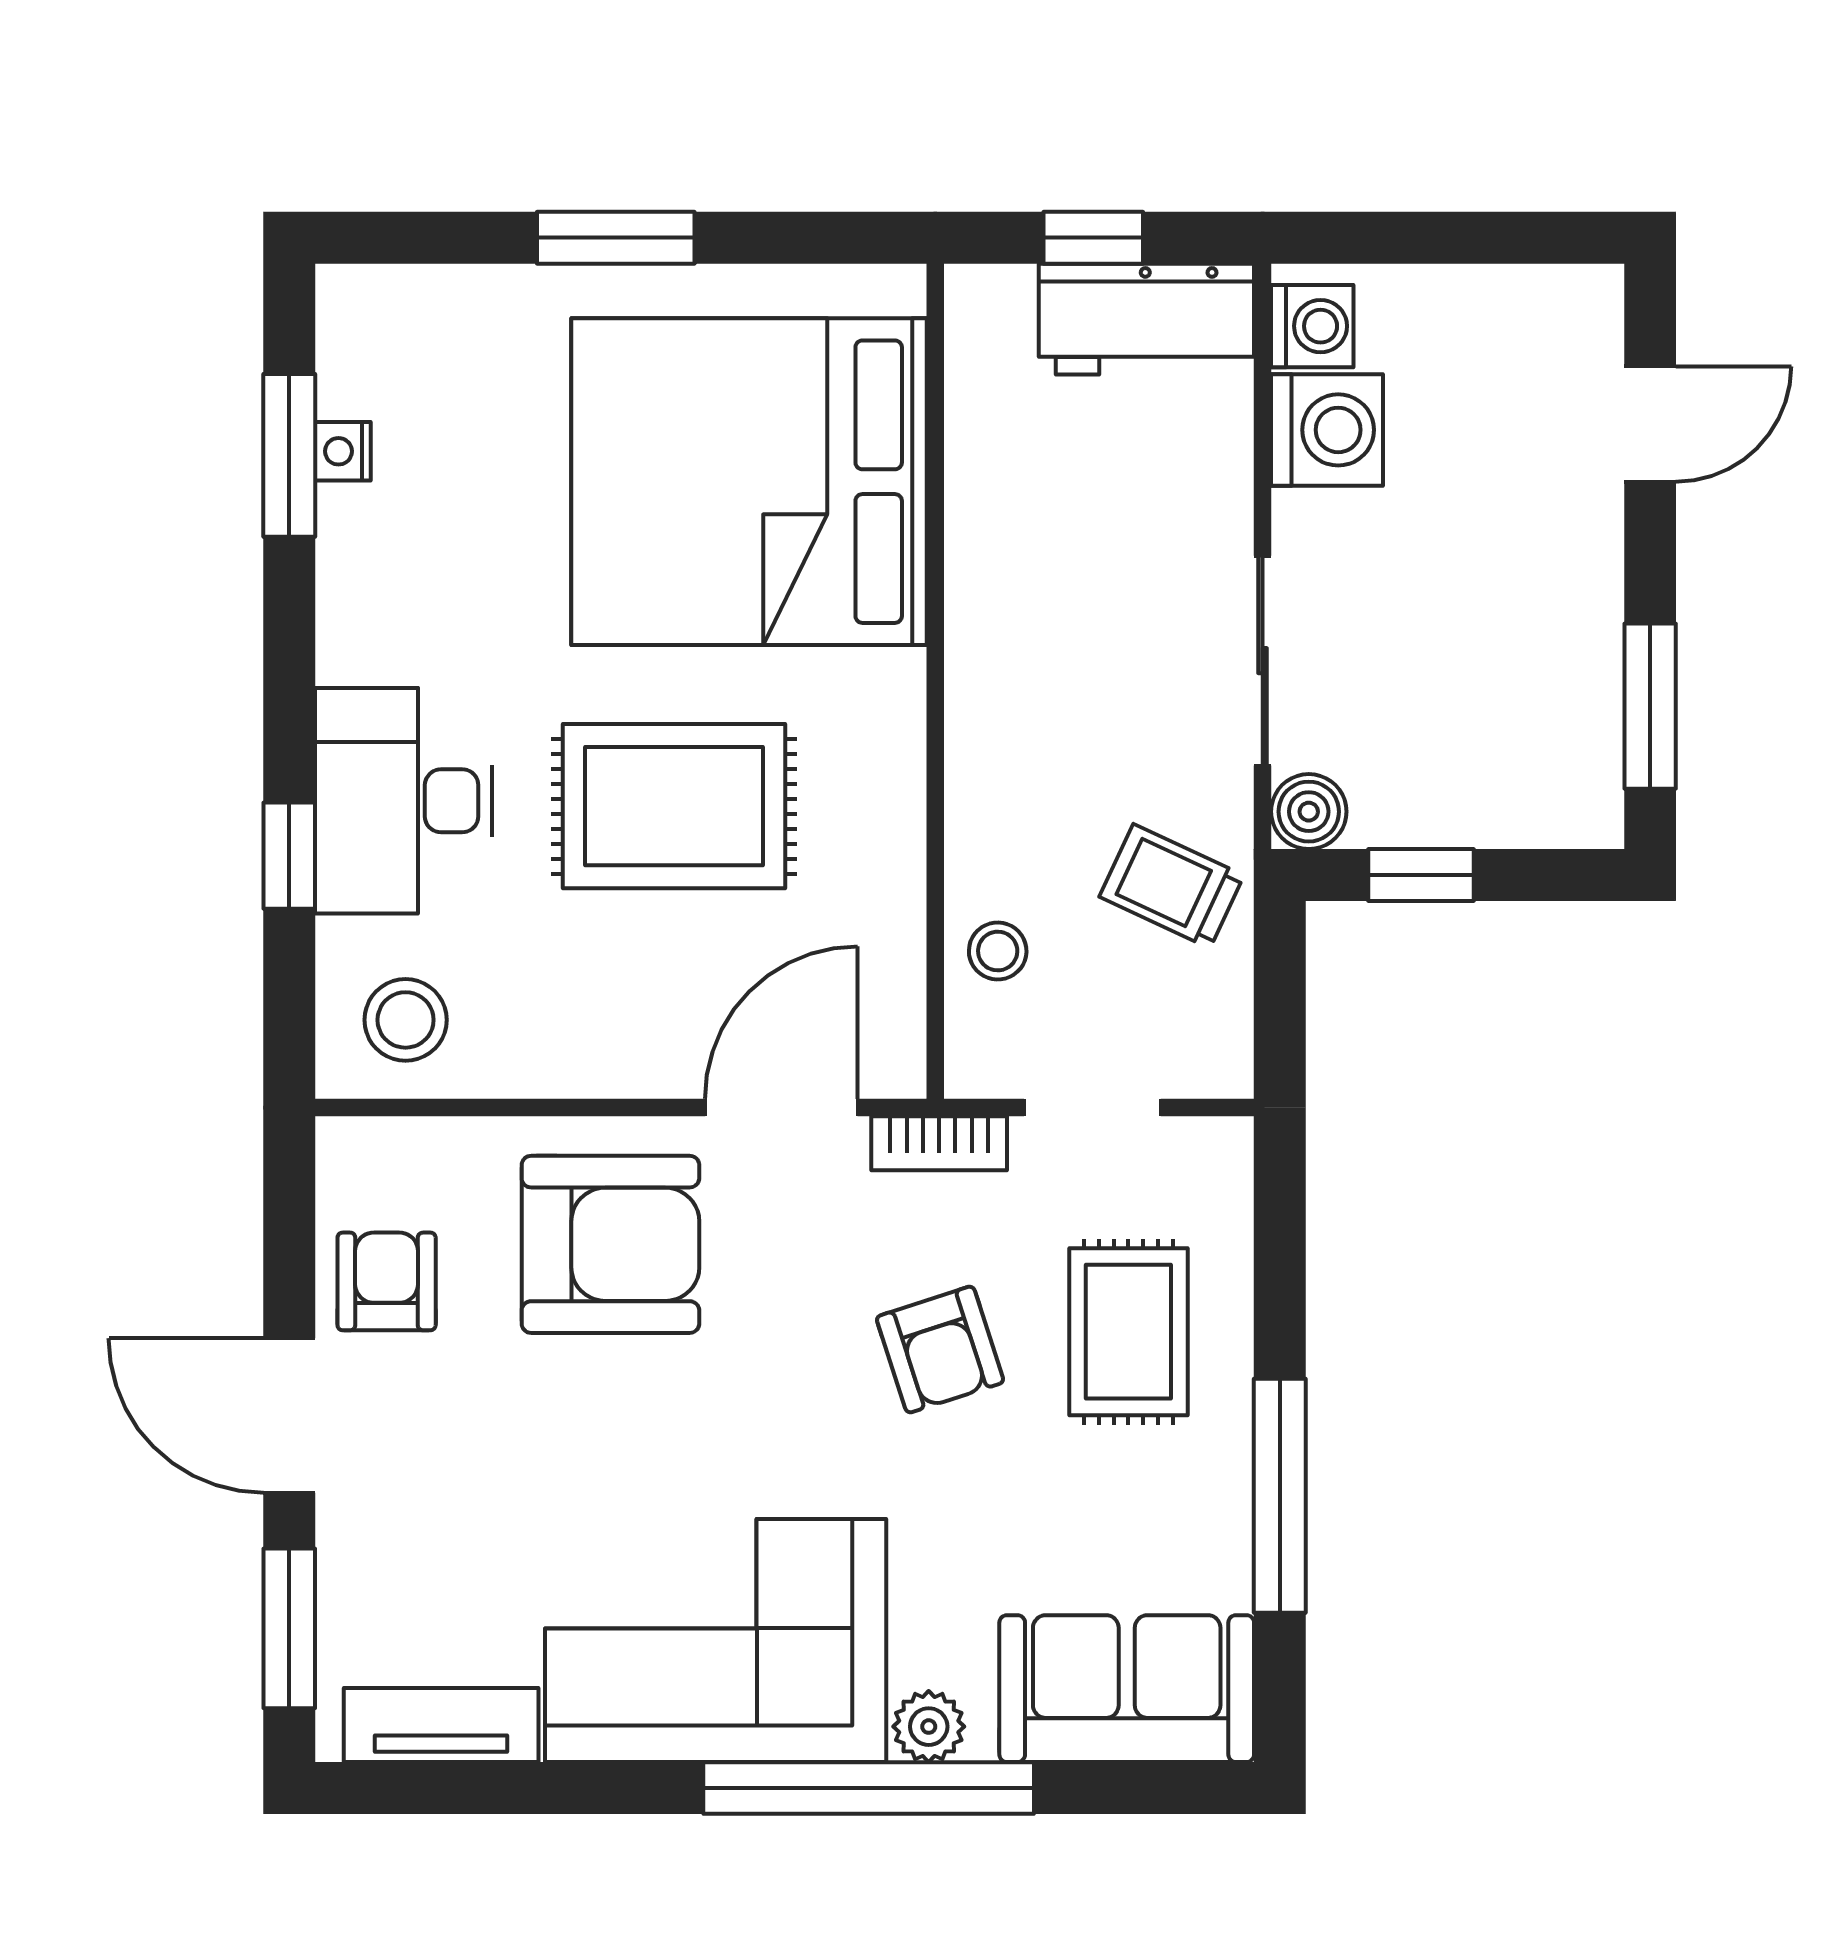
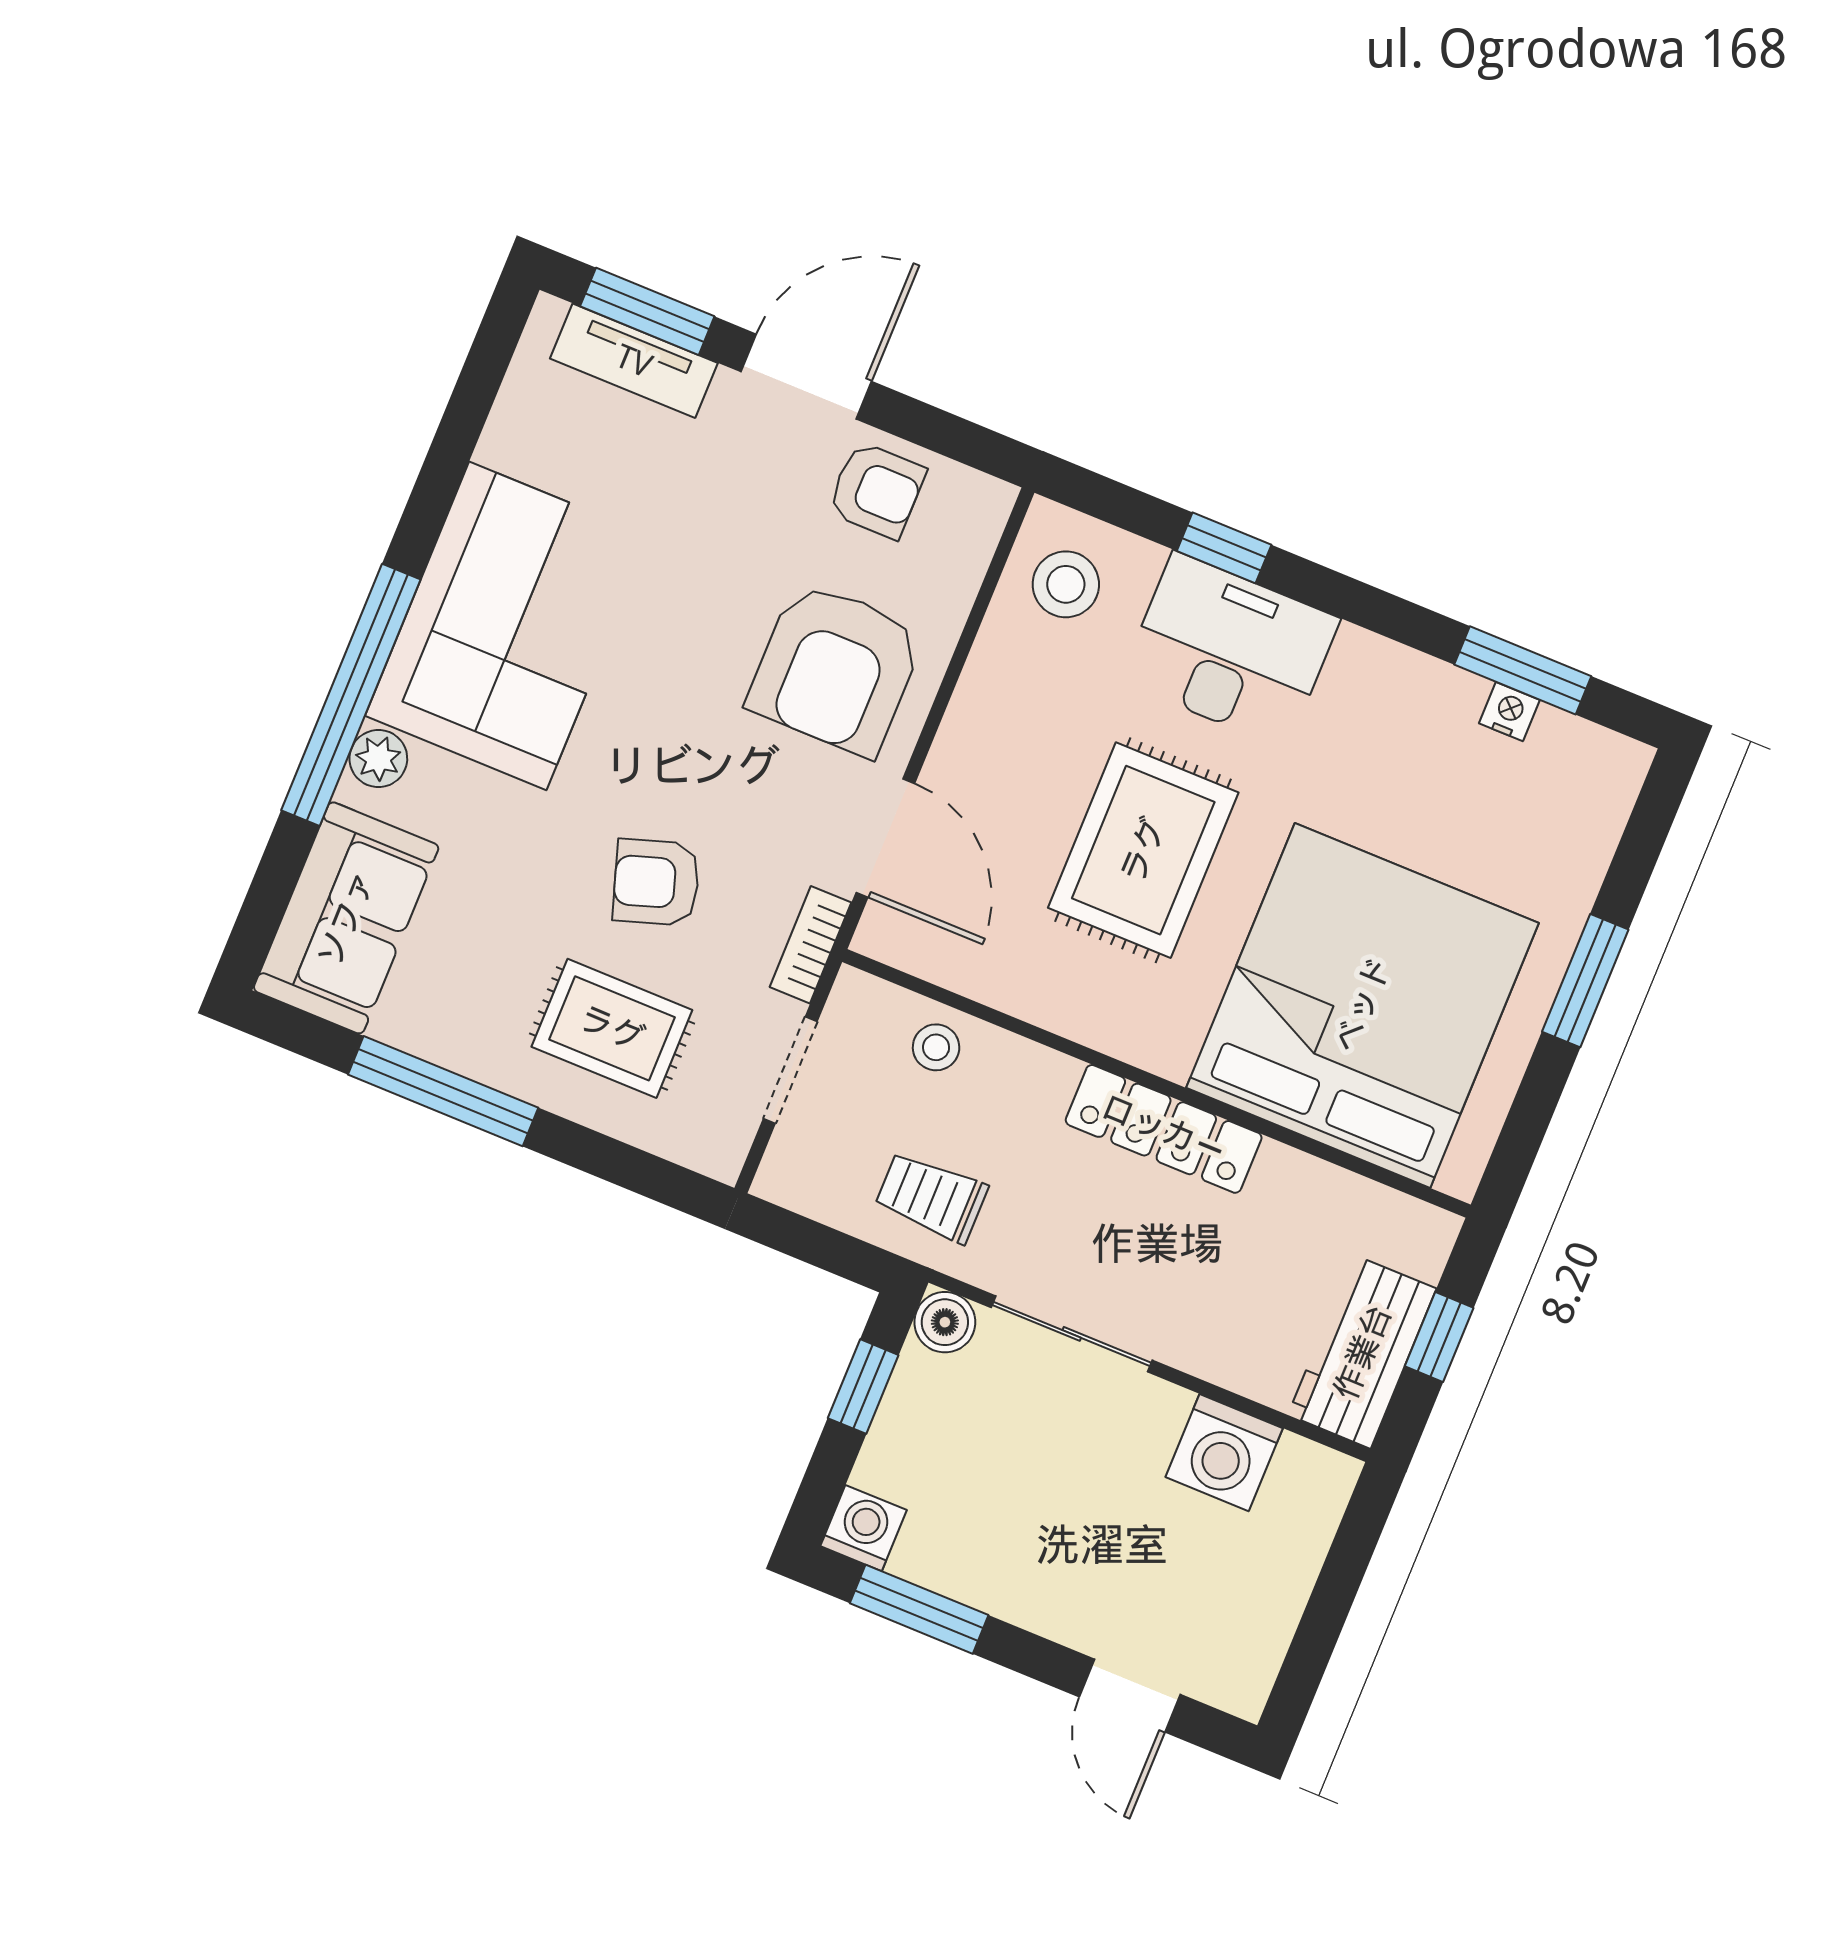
washing machine: (1312, 326) -> (864, 1528), moved, turned 180
locker: (984, 652) -> (1164, 1129), added
trolley: (1172, 886) -> (931, 1197), turned -115
tv unit: (441, 1725) -> (634, 361), moved, turned 90

